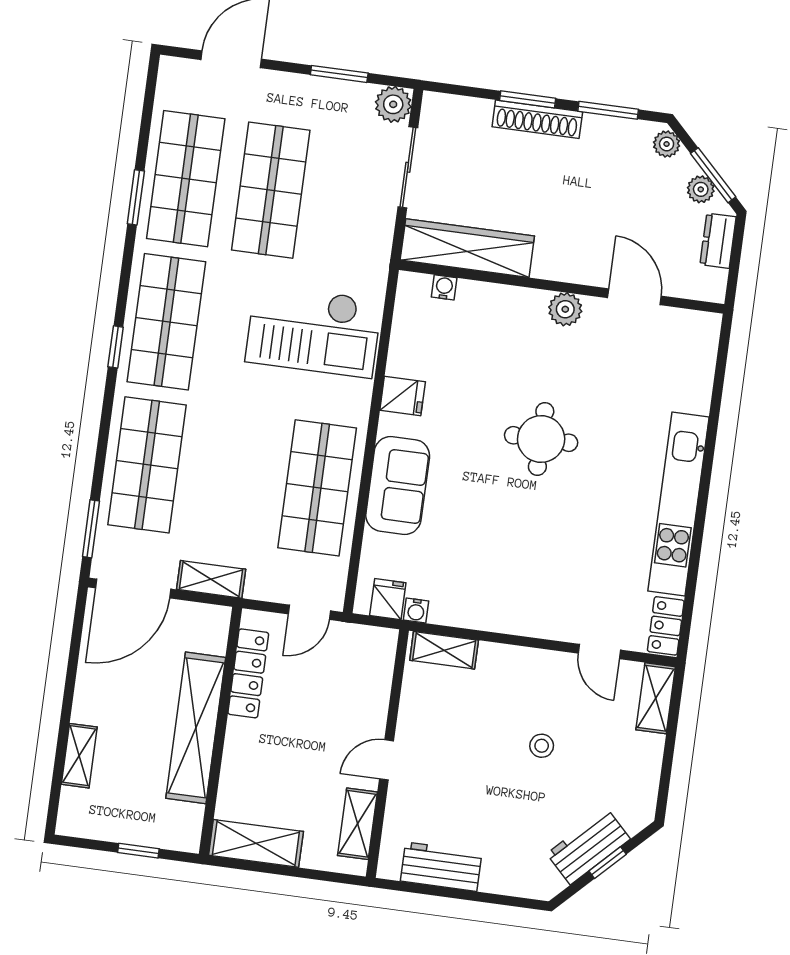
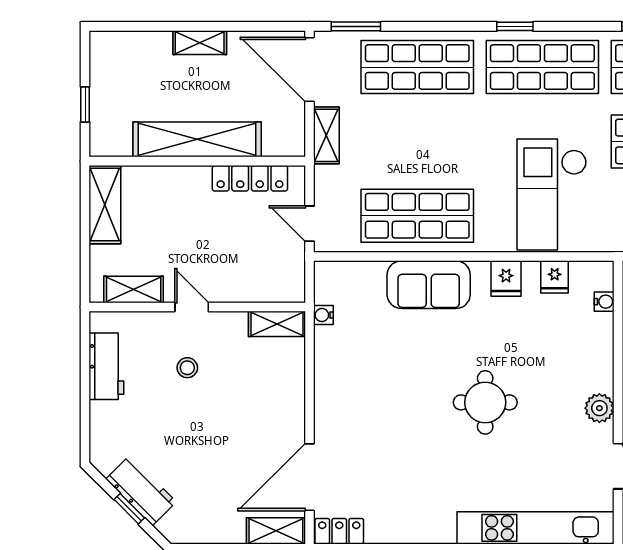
kitchen unit: (678, 504) -> (536, 528), moved
fridge: (388, 599) -> (555, 277), moved, turned 90
shelving: (444, 650) -> (277, 324), moved, turned 90
door: (599, 652) -> (309, 477), width x1.87
stool: (542, 746) -> (187, 368), moved
shelving: (79, 756) -> (200, 43), moved

